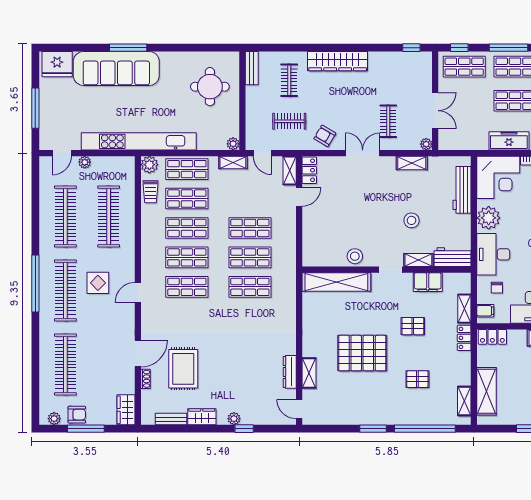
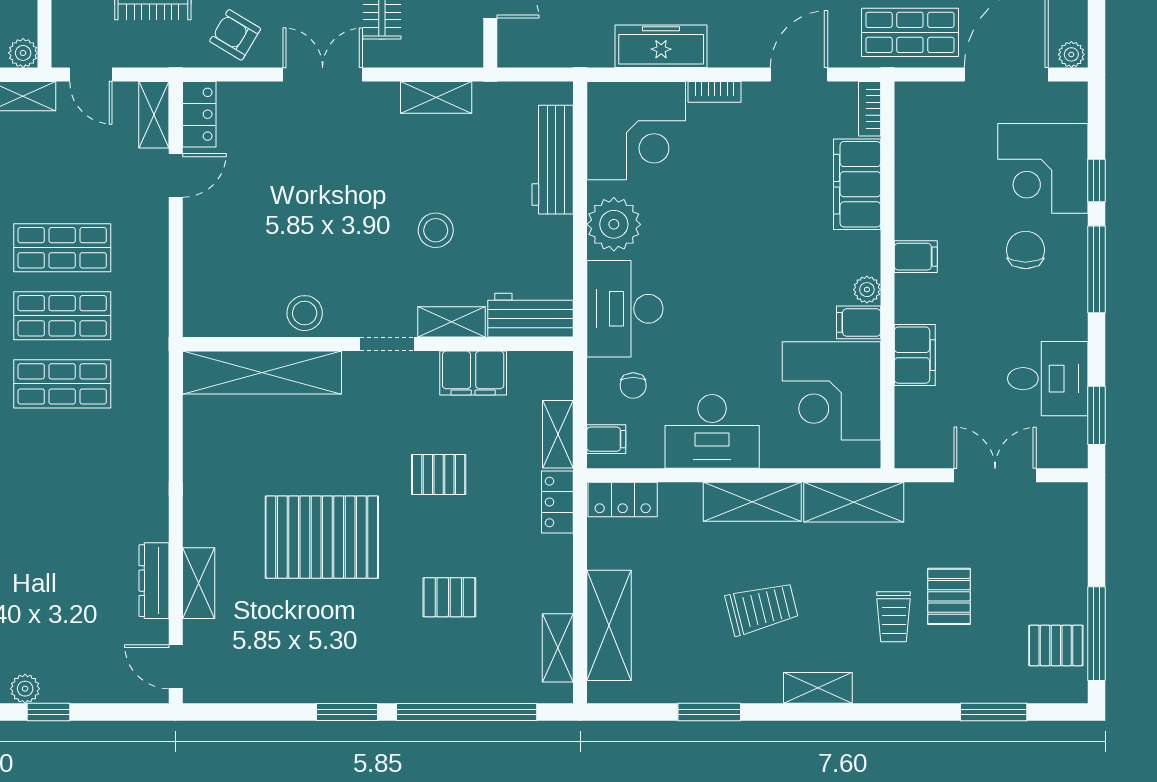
plant: (426, 144) -> (470, 54), removed

